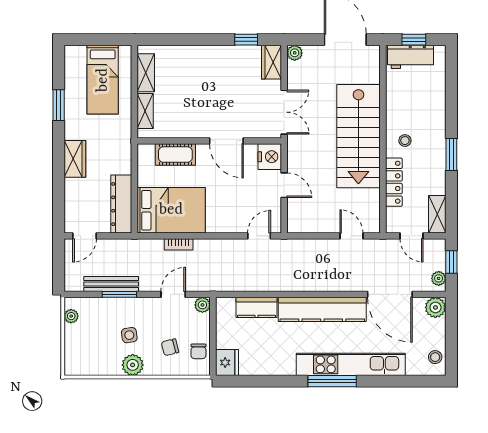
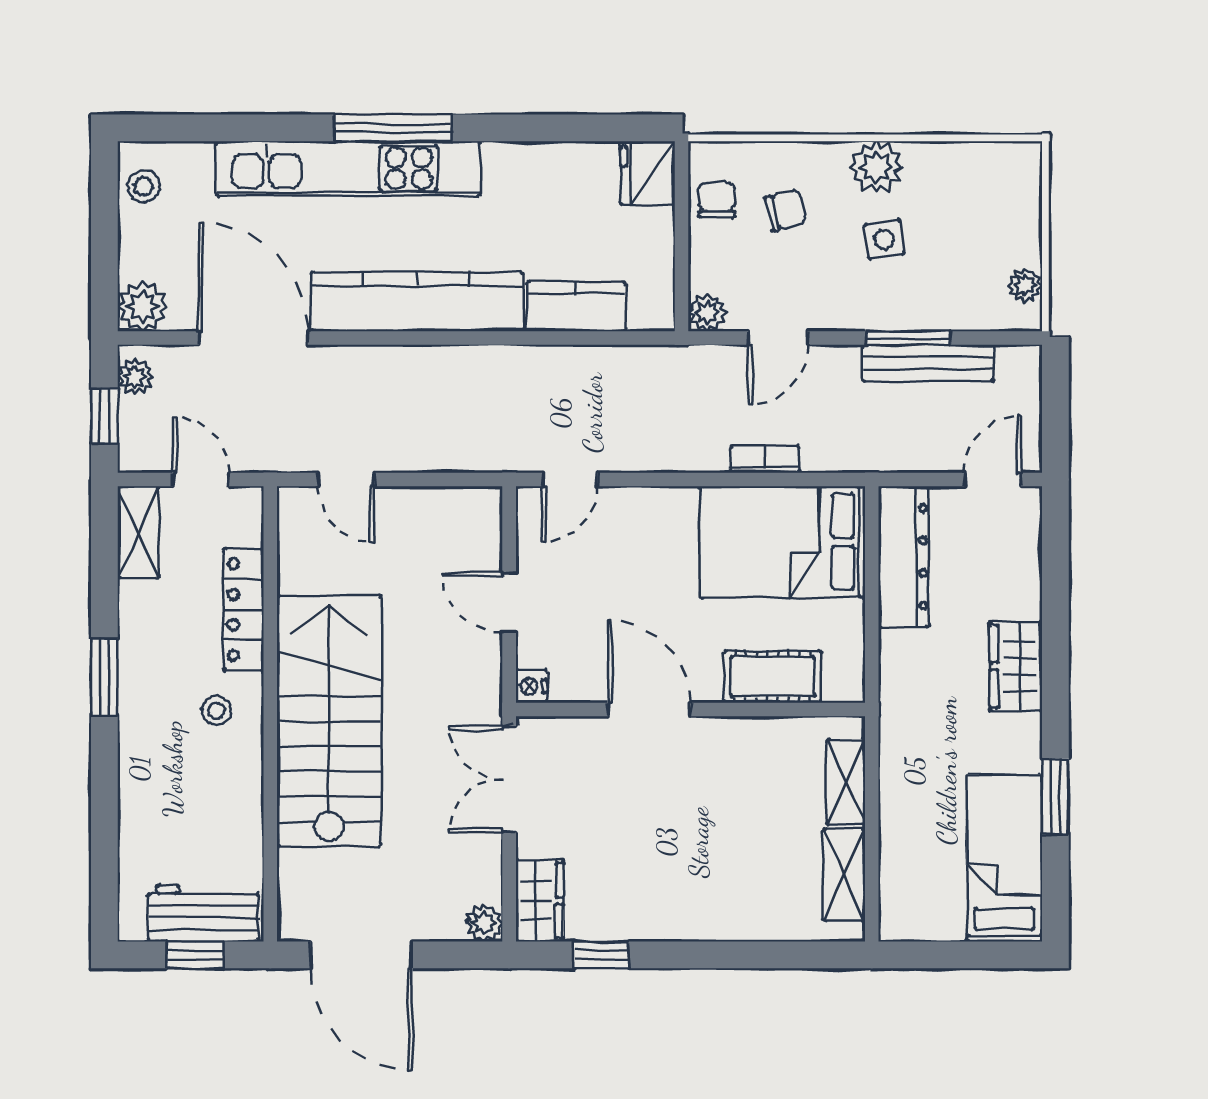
bed: (103, 80) -> (1004, 858), moved
nightstand: (270, 157) -> (531, 686), width x0.53, depth x0.56

